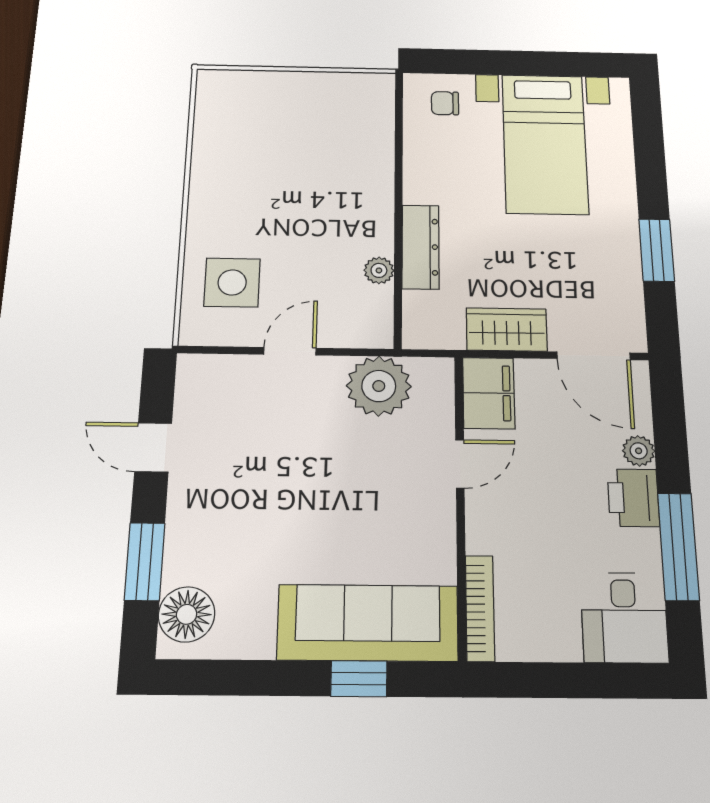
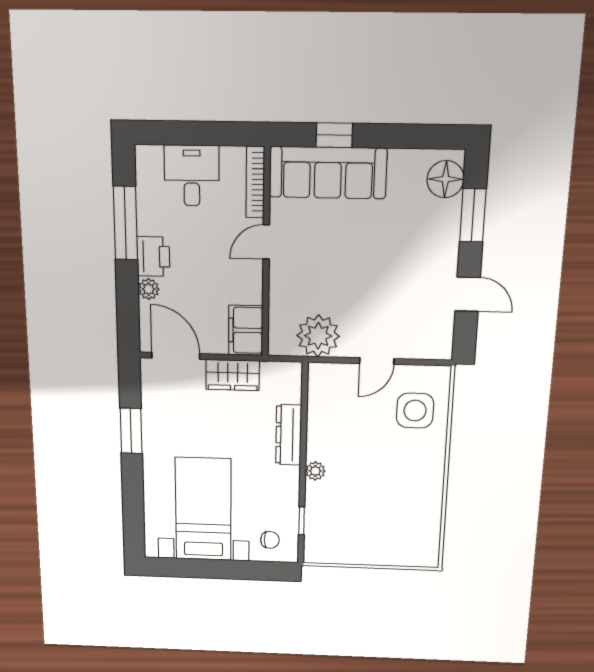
window: (399, 129) -> (302, 521), added
plant: (379, 270) -> (315, 471), moved
door: (460, 464) -> (266, 242), moved
desk: (624, 617) -> (192, 176), moved

